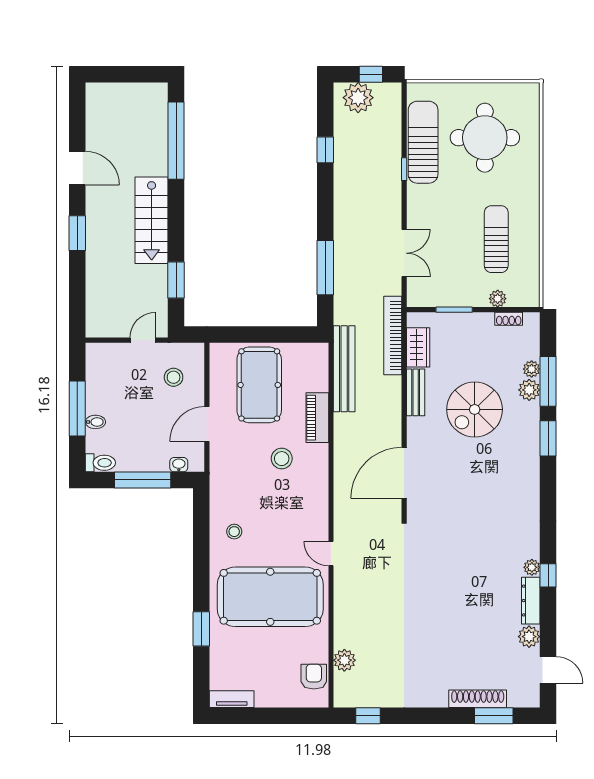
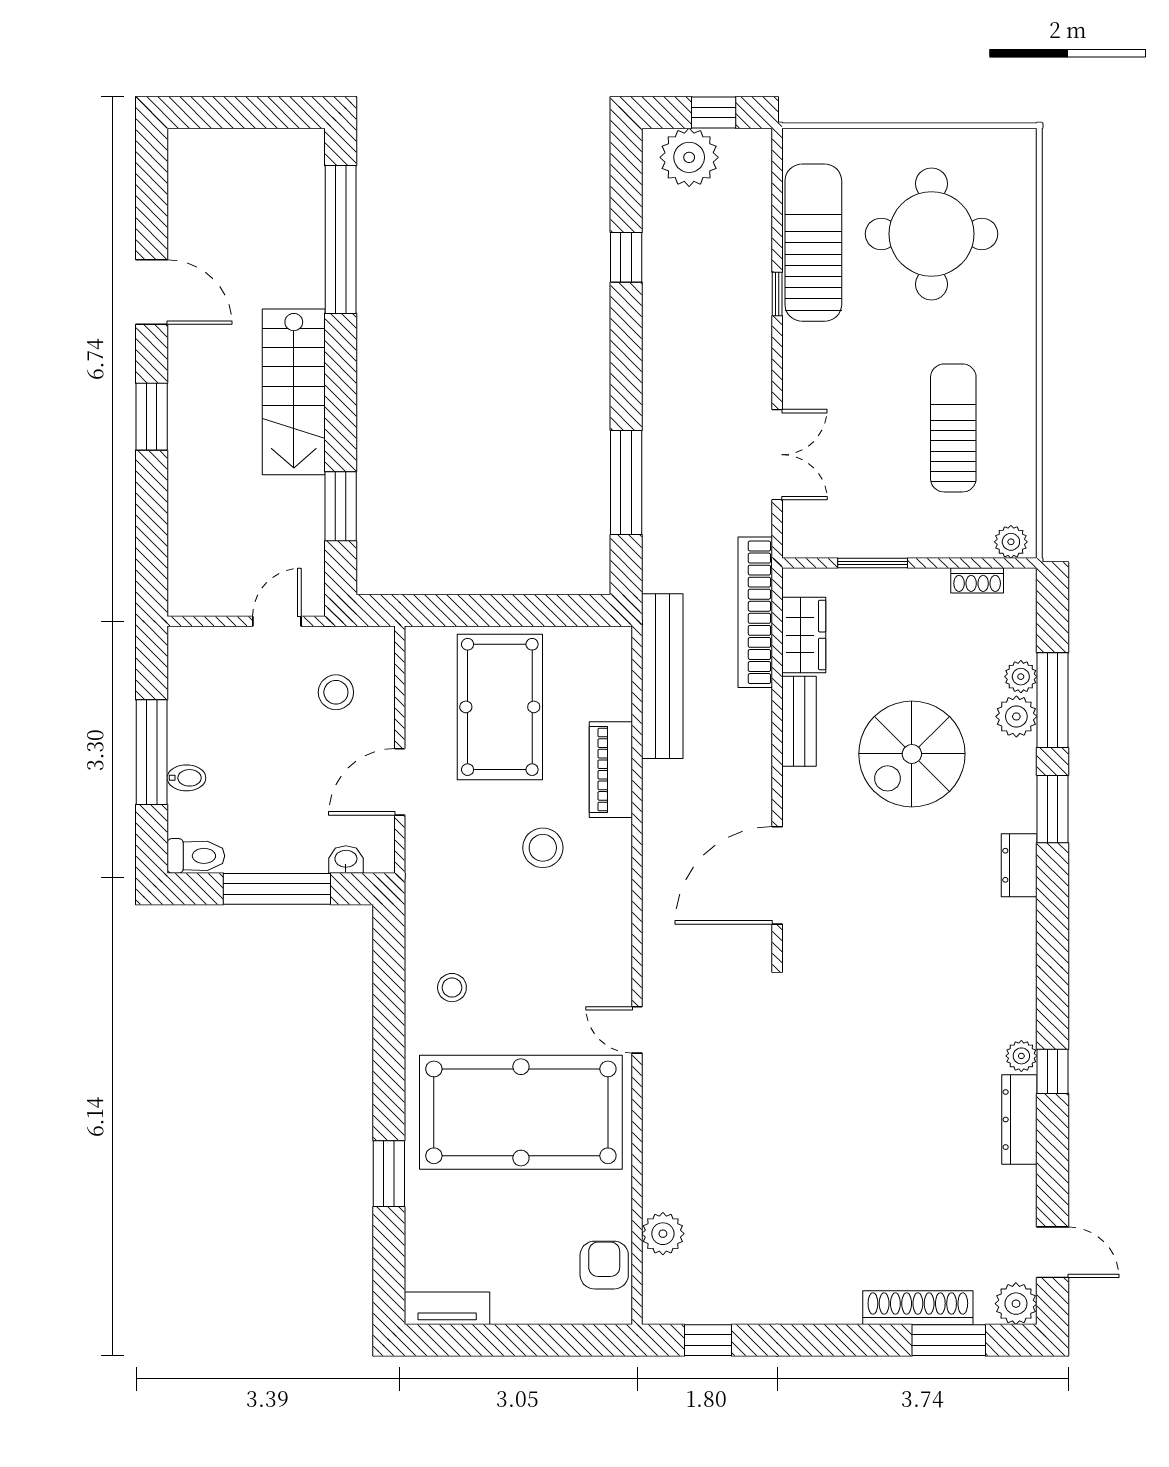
plant: (498, 299) -> (1011, 542), moved
dresser: (531, 468) -> (1019, 865), added
plant: (529, 637) -> (1016, 1304), moved

